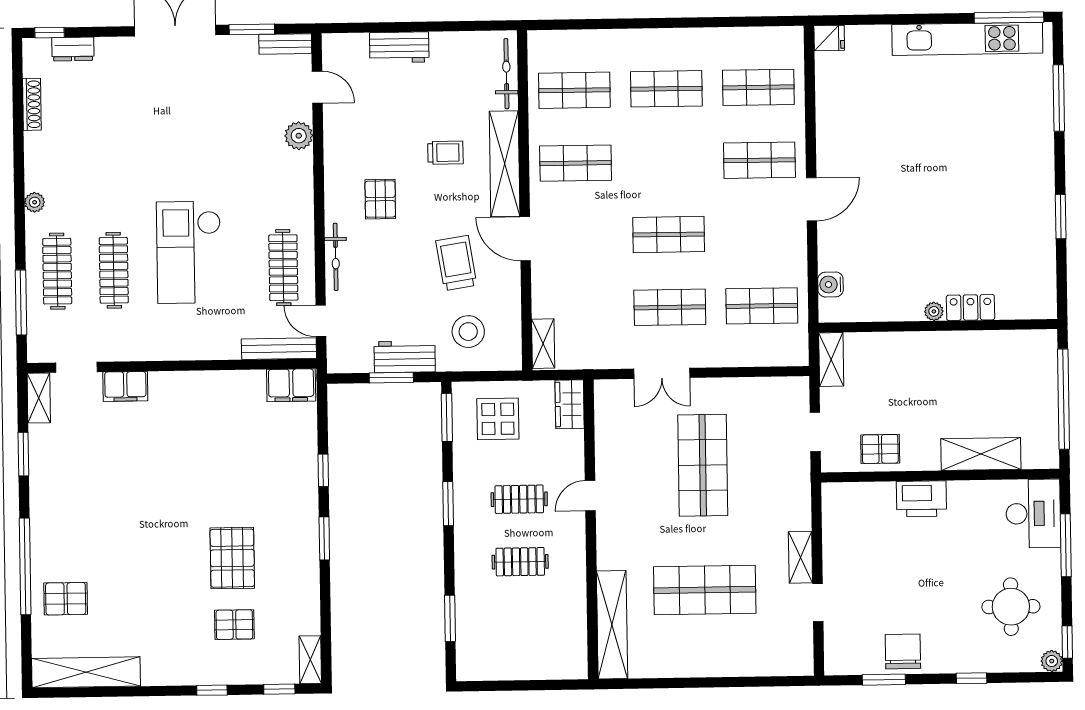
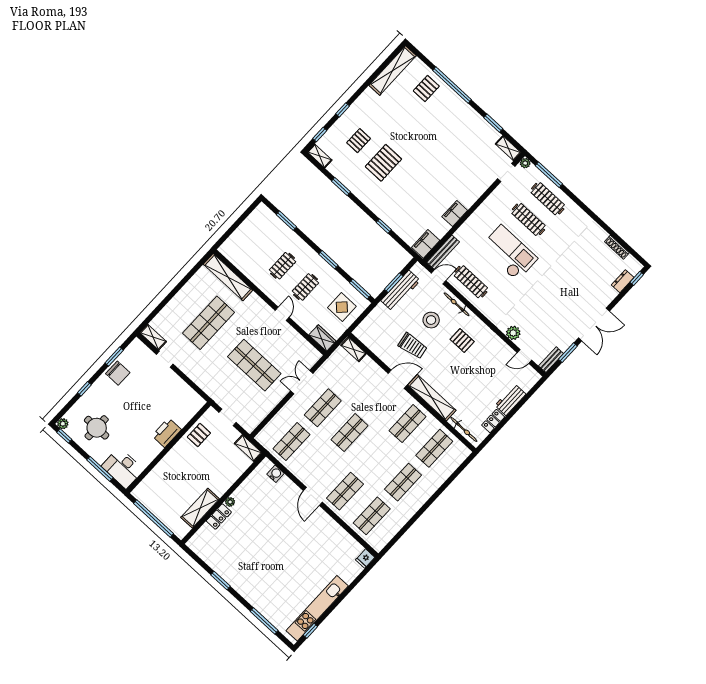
window: (1009, 18) -> (310, 631), width x0.46
locker: (454, 43) -> (493, 421), added
trolley: (445, 153) -> (456, 380), removed
plant: (35, 202) -> (525, 163), moved
stool: (468, 332) -> (431, 320), moved
workbench: (405, 357) -> (401, 291), width x1.38
filing cabinet: (125, 386) -> (455, 213), moved
shelving: (981, 454) -> (200, 508), moved
window: (324, 538) -> (341, 186), moved
shelving: (800, 557) -> (153, 337), moved
pallet: (232, 558) -> (383, 163), turned 90

